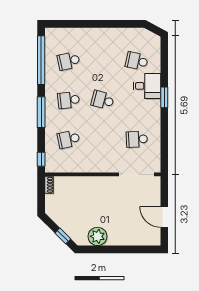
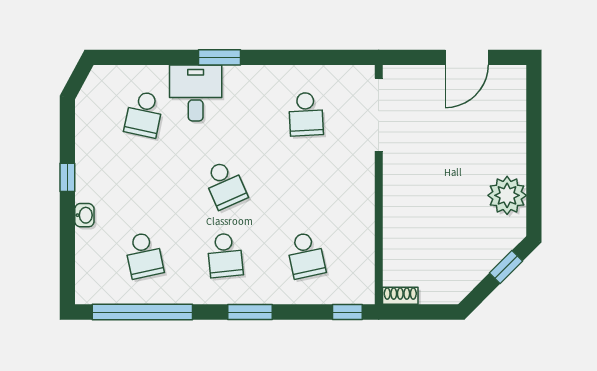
window: (106, 24) -> (67, 177), added
washbasin: (88, 32) -> (84, 215), added
school desk: (103, 100) -> (225, 185), turned -39
window: (41, 112) -> (250, 312), width x0.69

